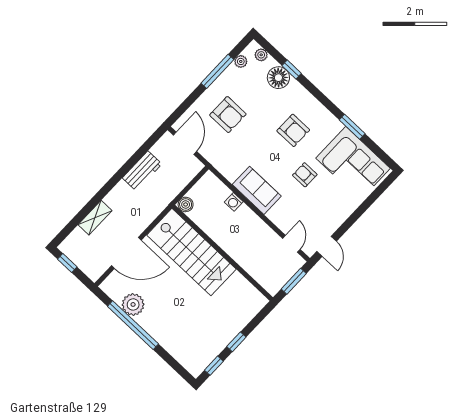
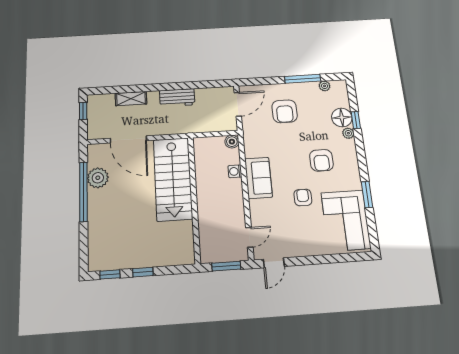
plant: (261, 55) -> (348, 133), moved
workbench: (142, 171) -> (177, 98), moved
boiler: (186, 204) -> (232, 142), moved

